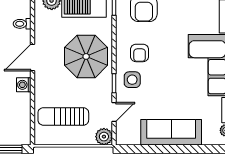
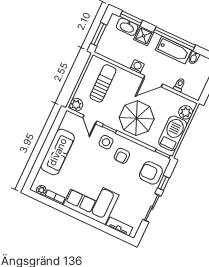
armchair: (140, 53) -> (122, 156), turned -90
door: (33, 57) -> (153, 81), swing flipped

